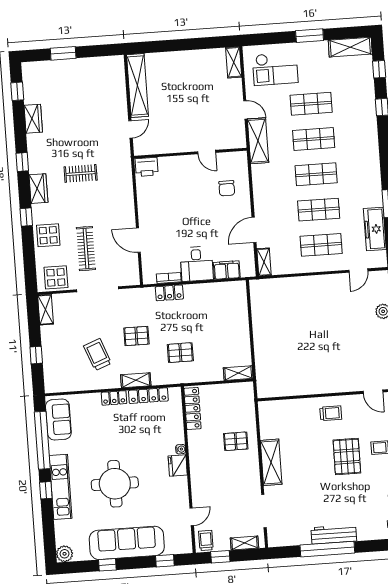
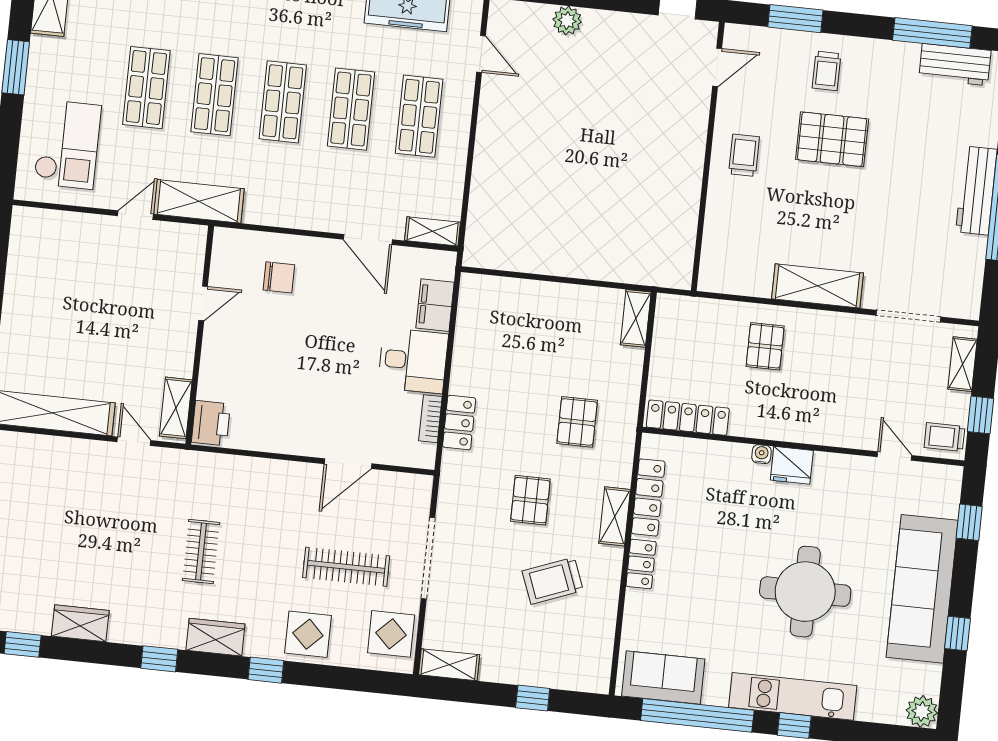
shelving: (234, 62) -> (176, 408), moved, turned 90

